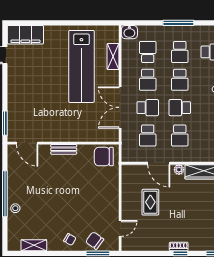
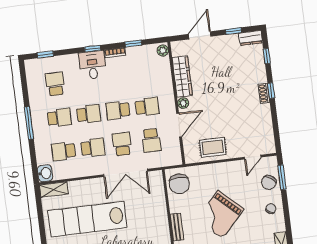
shelving: (113, 57) -> (54, 189), moved
lab bench: (81, 66) -> (87, 219), turned 180
school desk: (180, 108) -> (118, 110), turned 90
school desk: (148, 135) -> (151, 140), turned 90
grand piano: (70, 191) -> (220, 215), added
rug: (150, 202) -> (213, 147), moved
door: (120, 228) -> (253, 157), swing flipped

